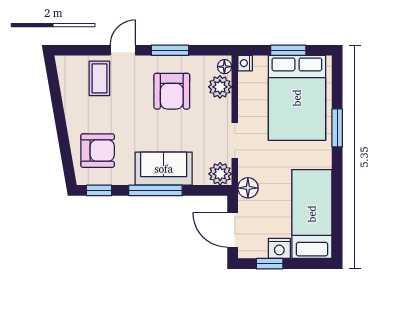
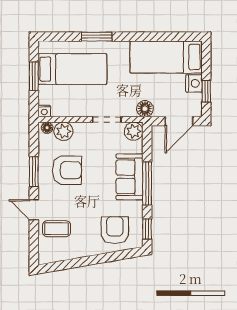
bed: (297, 98) -> (72, 69), width x0.67

